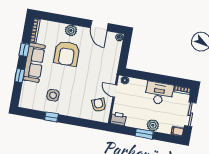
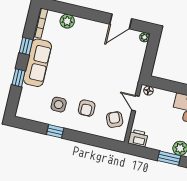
door: (99, 26) -> (121, 21), hinge flipped
plant: (71, 30) -> (67, 21), moved
armchair: (67, 53) -> (87, 108), moved, width x0.53, depth x0.53

